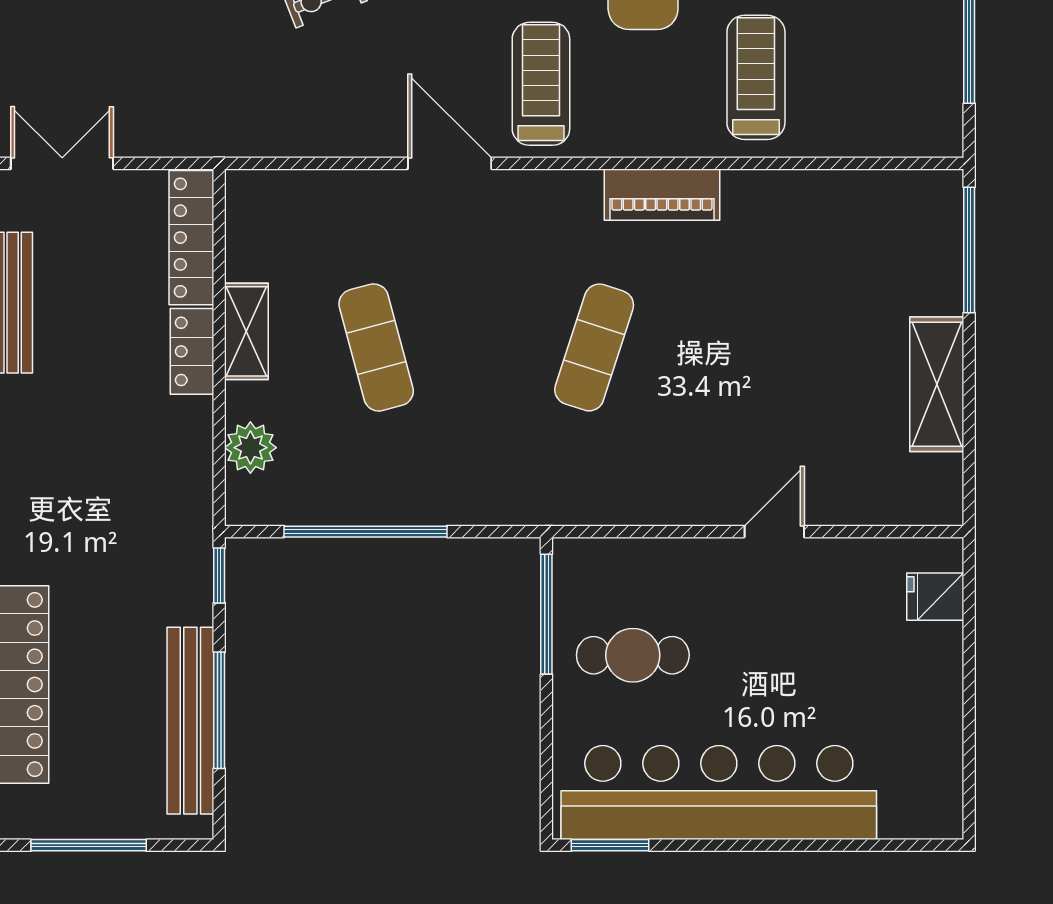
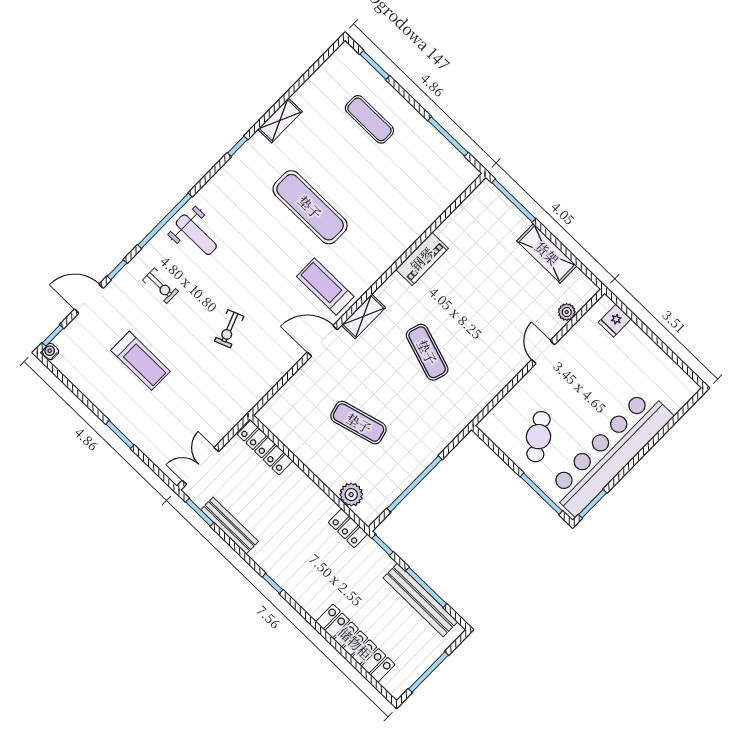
treadmill: (756, 77) -> (391, 215), removed
piano: (662, 195) -> (422, 259), moved
shelving: (246, 331) -> (363, 316), moved, turned 90
locker: (192, 351) -> (348, 528), moved
plant: (874, 507) -> (567, 312), added
window: (546, 614) -> (541, 494), moved
cafe table: (633, 655) -> (538, 437), turned -34

